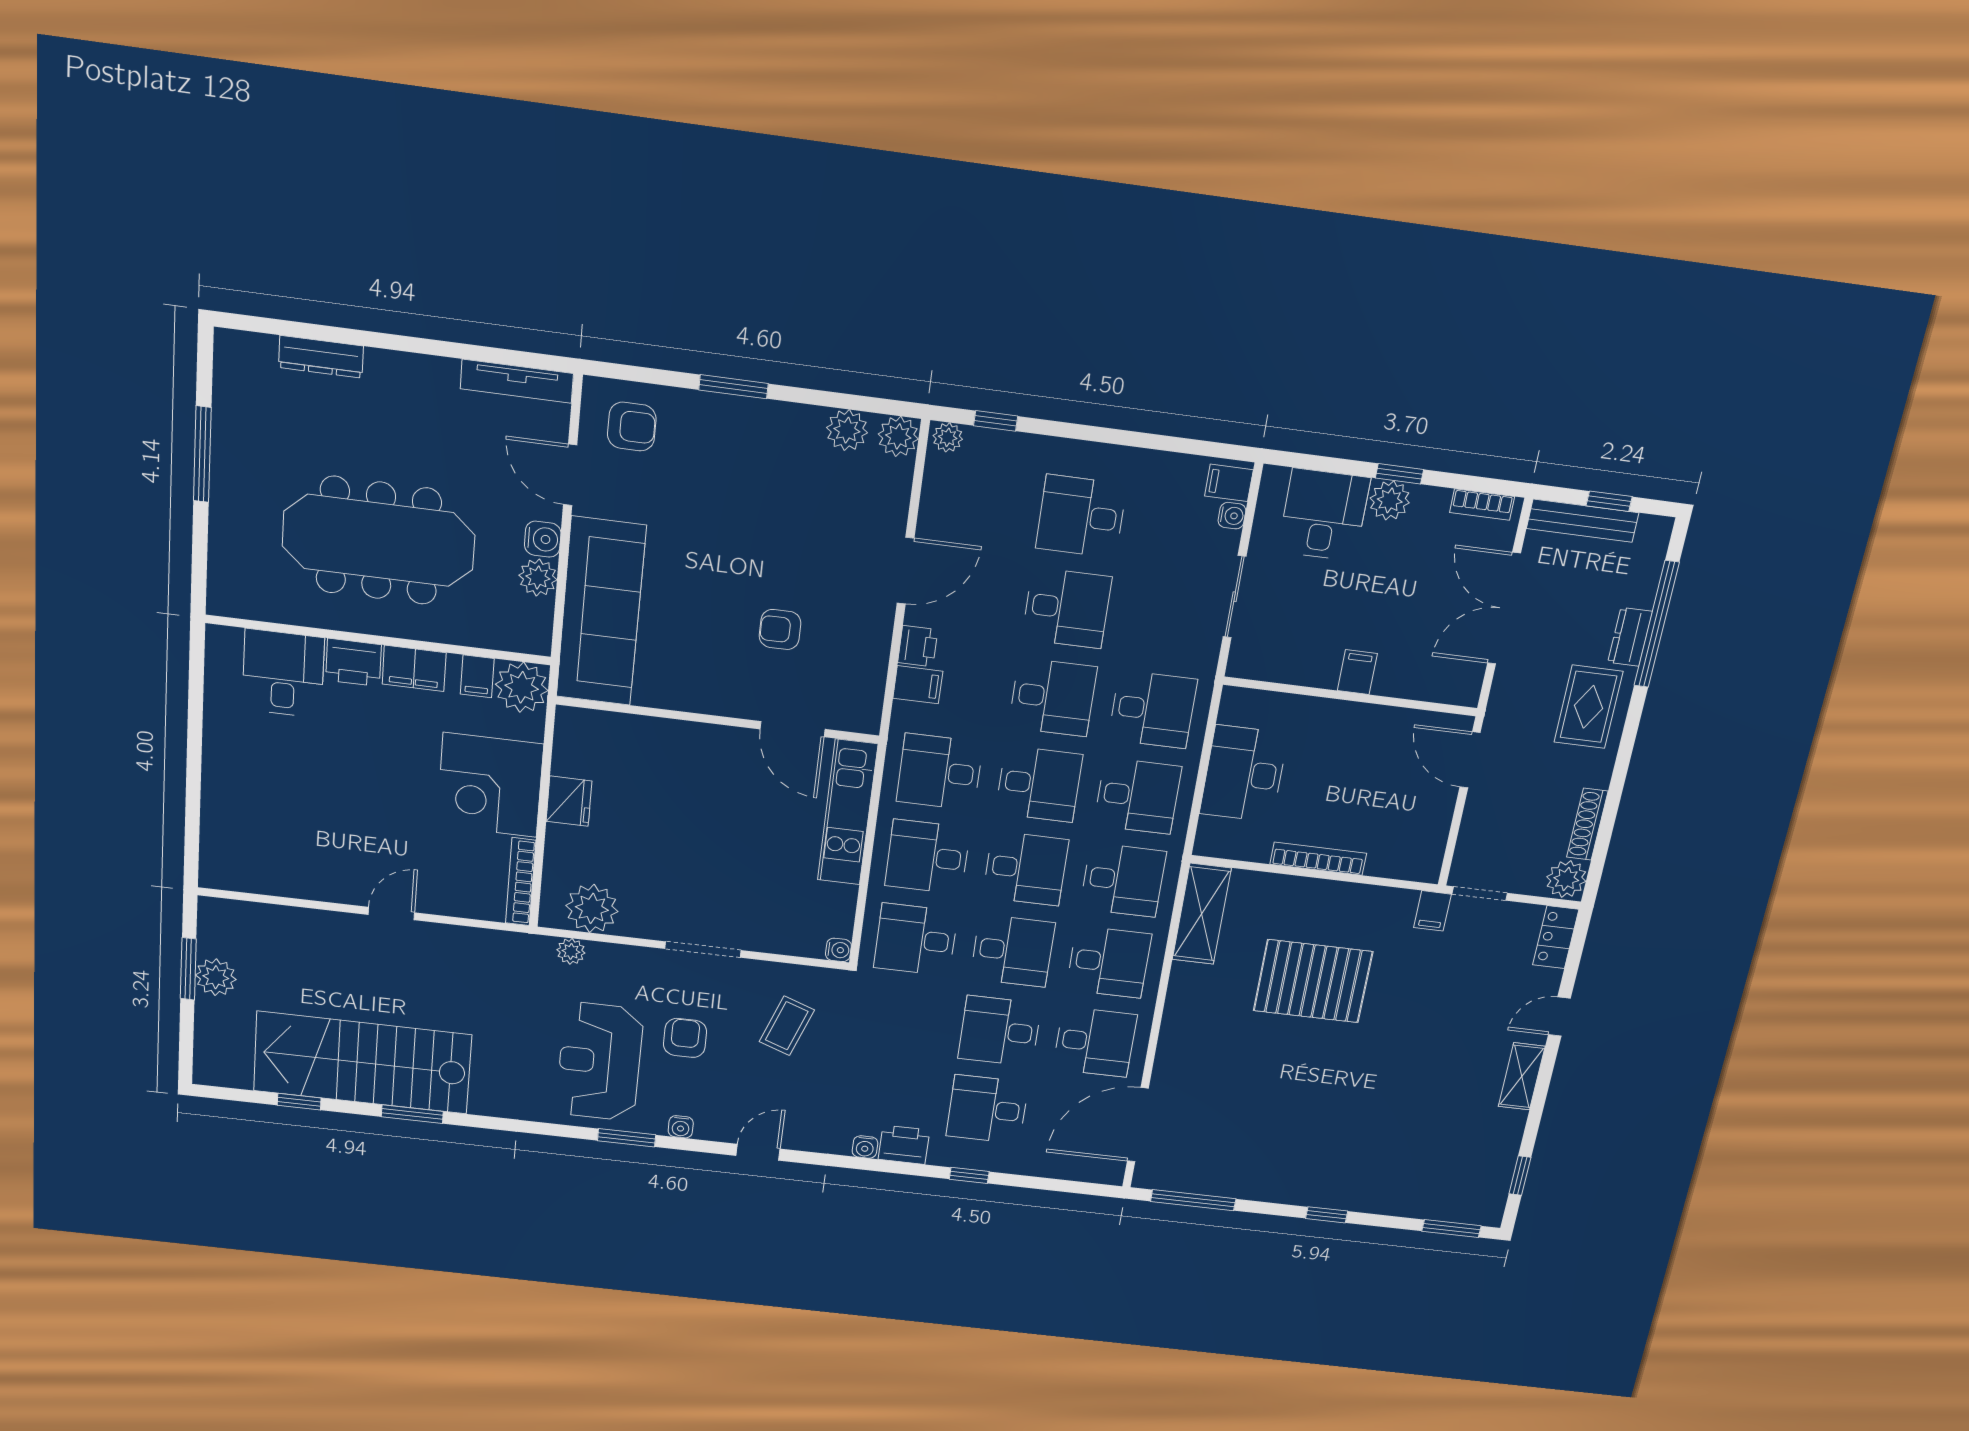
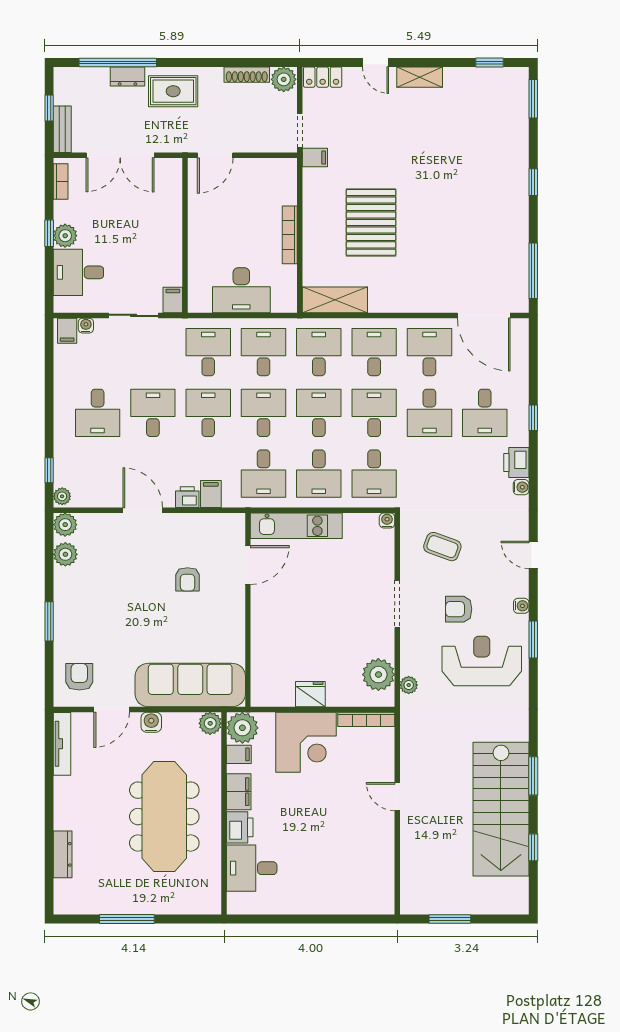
bench: (1583, 521) -> (62, 129), width x0.73
plant: (538, 577) -> (210, 723), moved
filing cabinet: (1357, 672) -> (173, 300), moved, turned 90
plant: (216, 977) -> (453, 902), removed
reception desk: (600, 1062) -> (482, 661), turned 180

